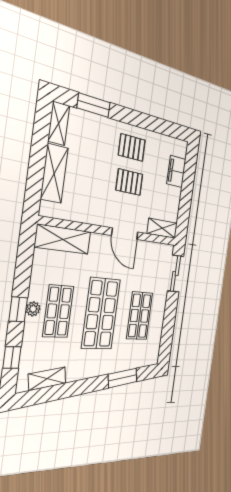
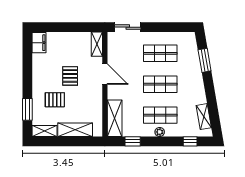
pallet: (132, 148) -> (55, 100), moved, turned 90
filing cabinet: (176, 172) -> (39, 43), moved, turned -90
door: (125, 234) -> (105, 74), hinge flipped
window: (18, 309) -> (133, 141), moved
shop shelf: (101, 314) -> (160, 84), width x0.70, depth x0.74

